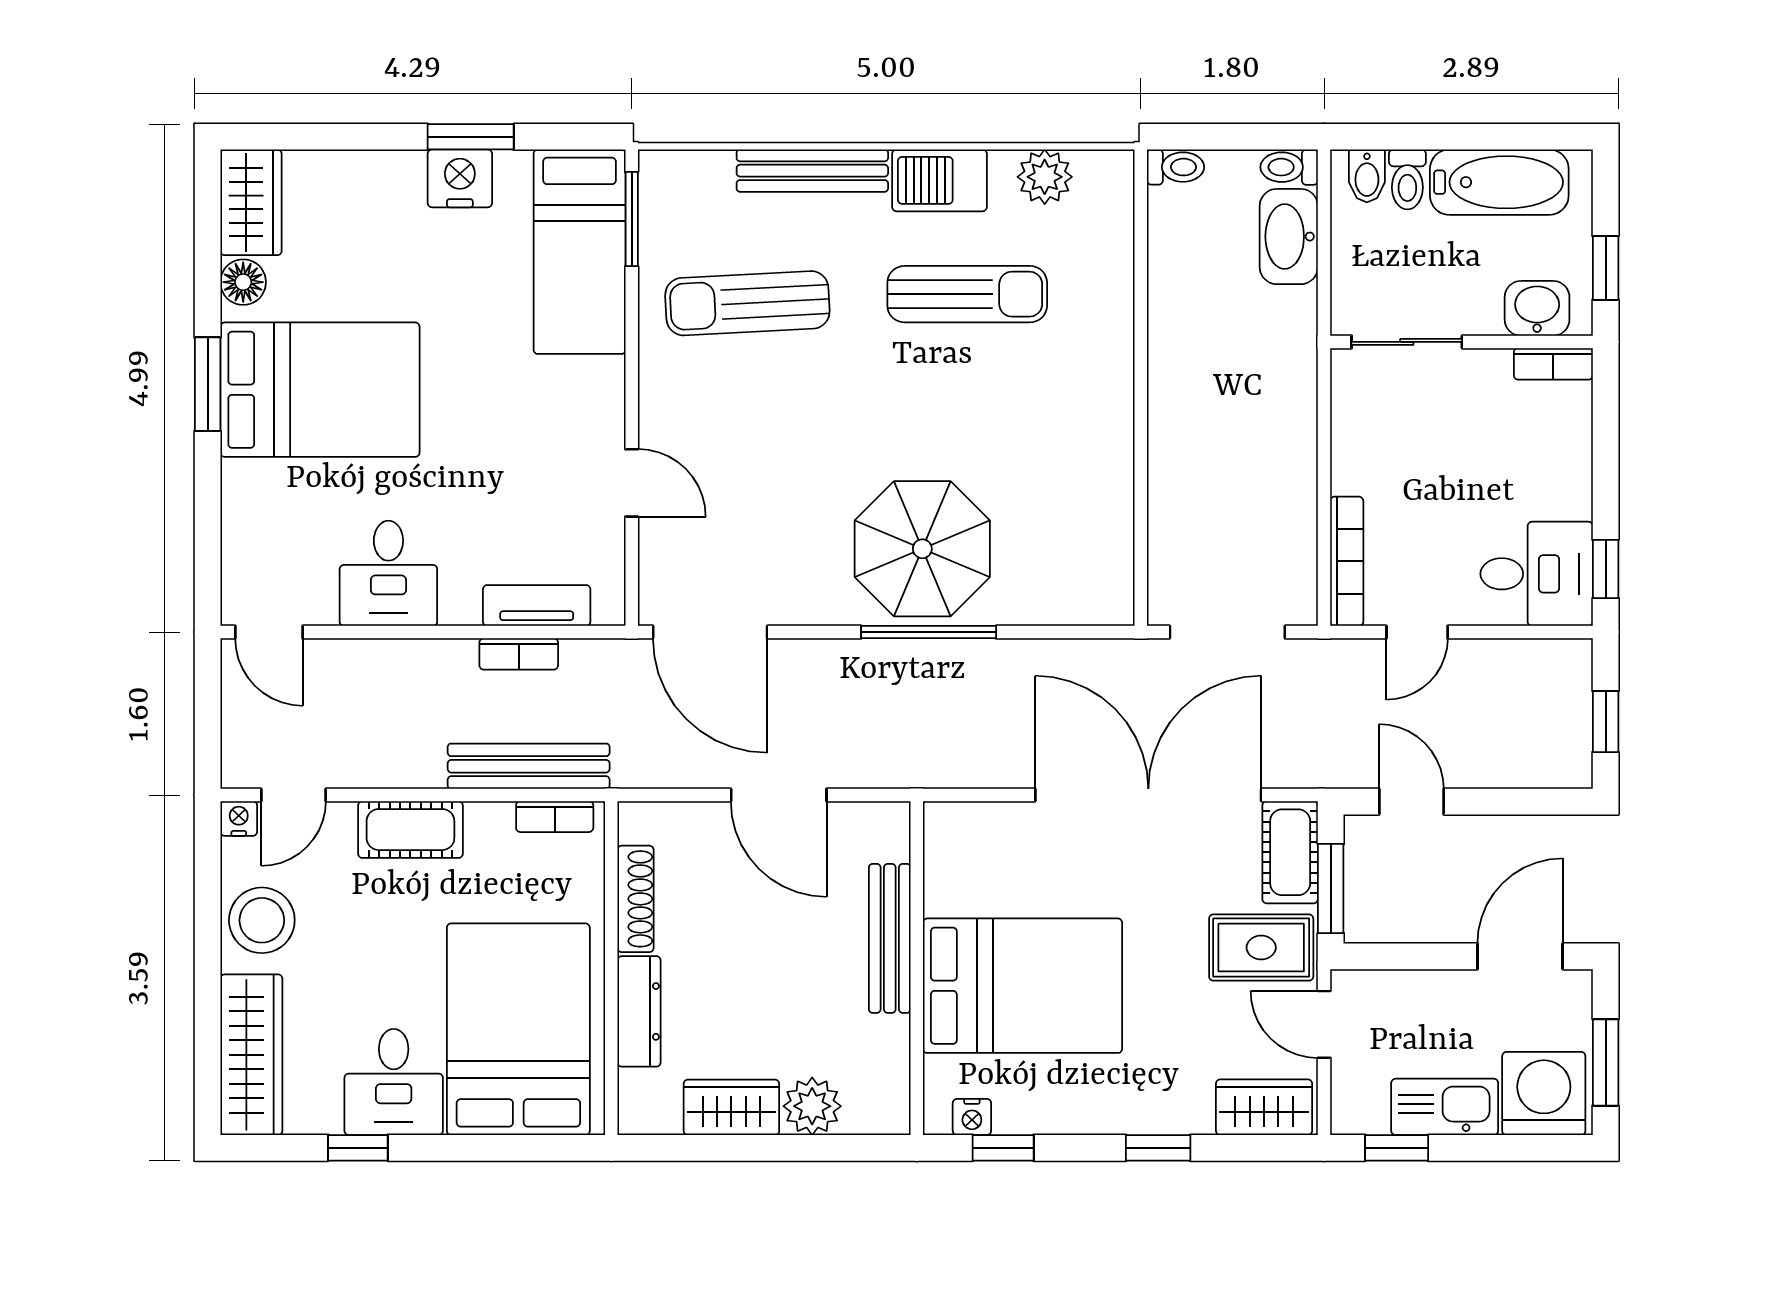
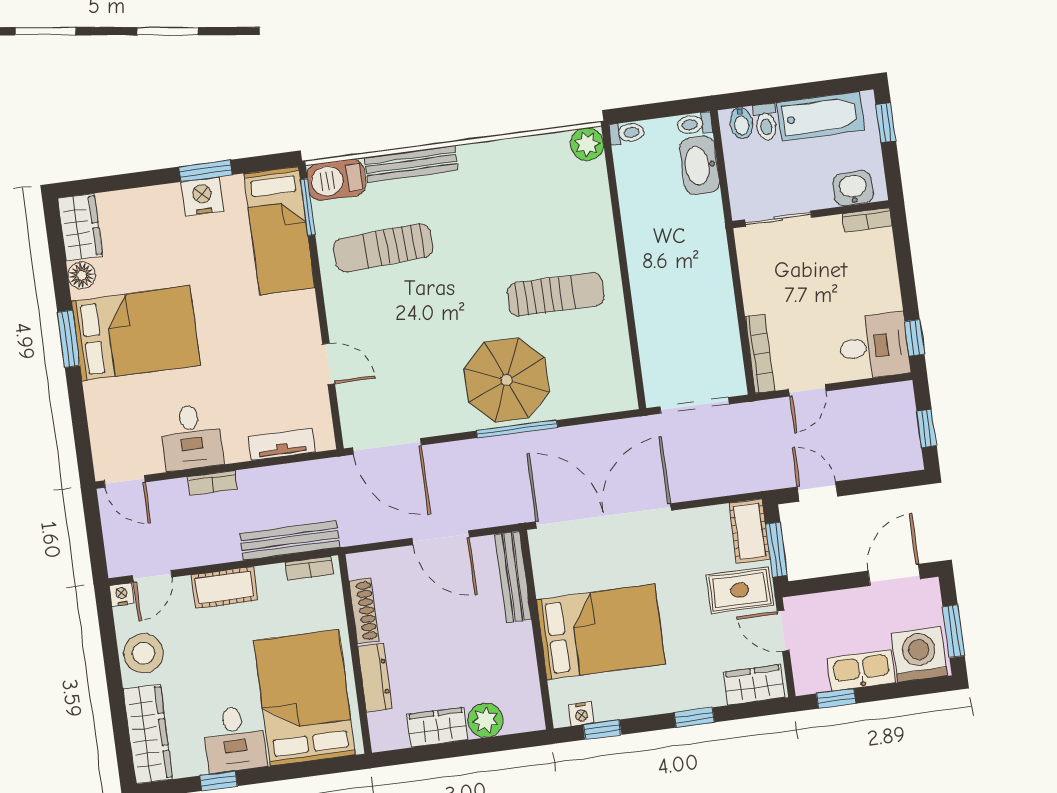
plant: (1045, 177) -> (587, 144), moved
barbecue: (939, 180) -> (336, 180), moved
window: (1606, 268) -> (886, 123), moved
sun lounger: (967, 294) -> (556, 294), moved
bookcase: (519, 654) -> (213, 483), moved
double door: (1148, 795) -> (603, 516), moved
bench: (890, 938) -> (513, 577), moved

